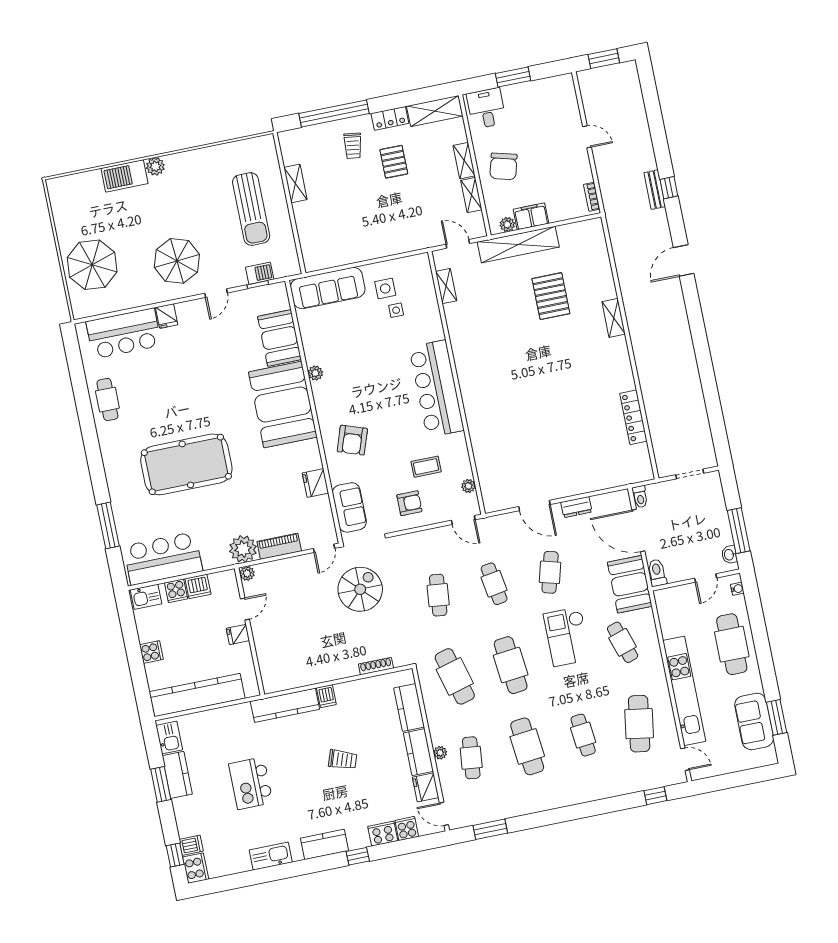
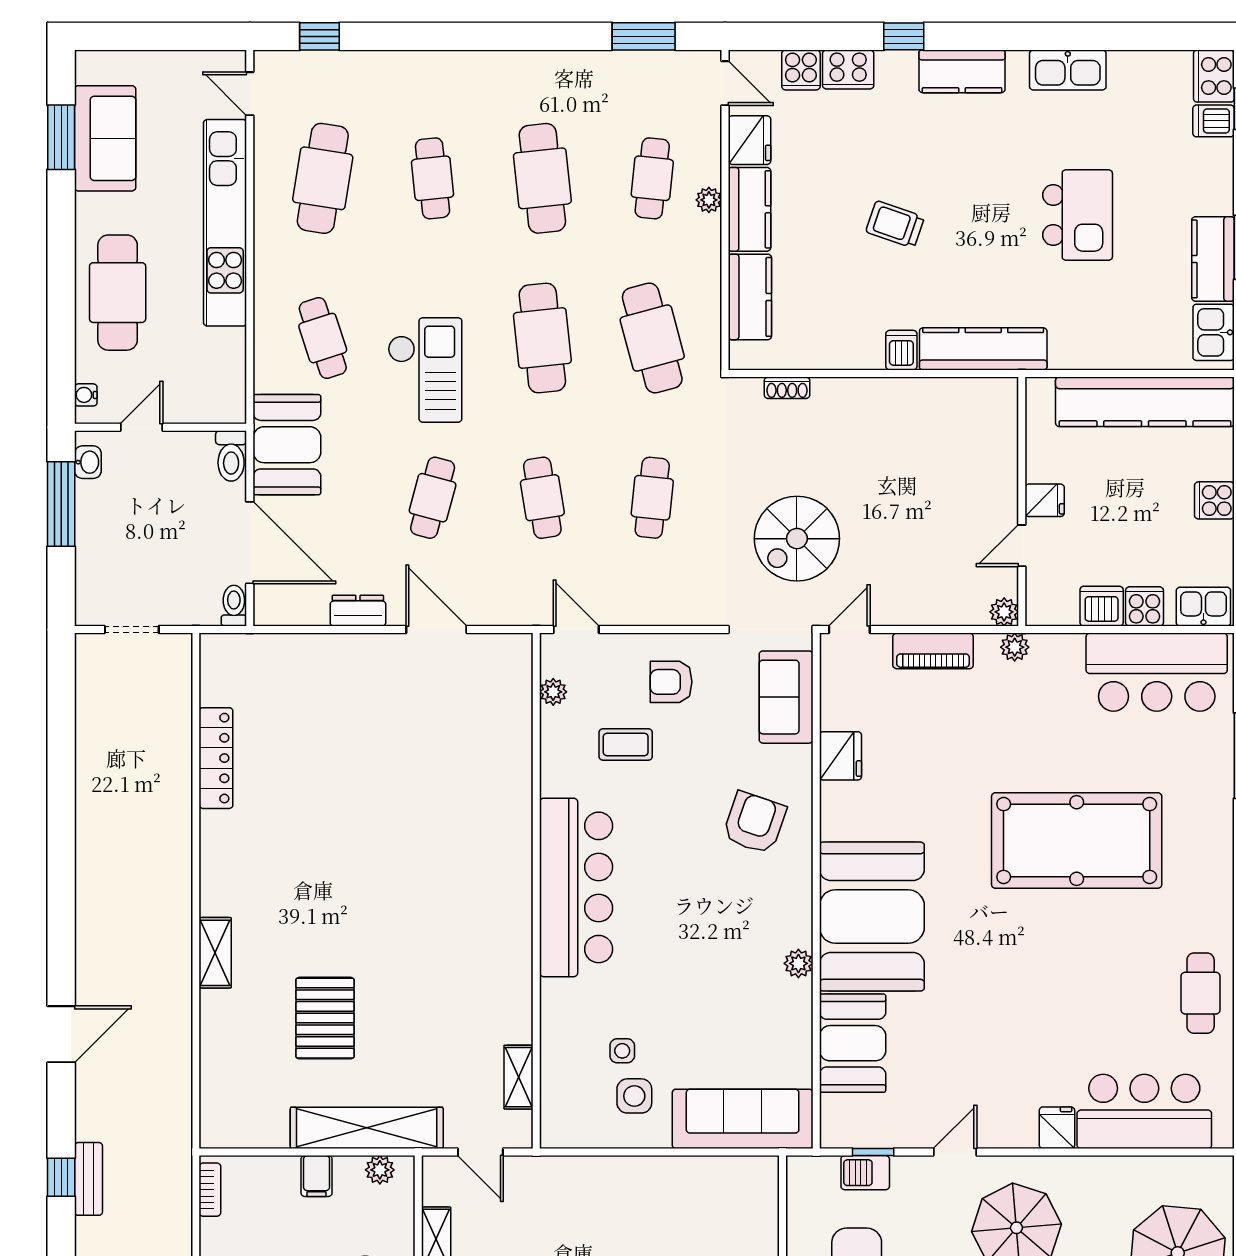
filing cabinet: (531, 216) -> (317, 1176), width x0.50
plant: (243, 549) -> (1015, 647), width x0.53, depth x0.53
shoe rack: (376, 666) -> (787, 388), width x0.70

